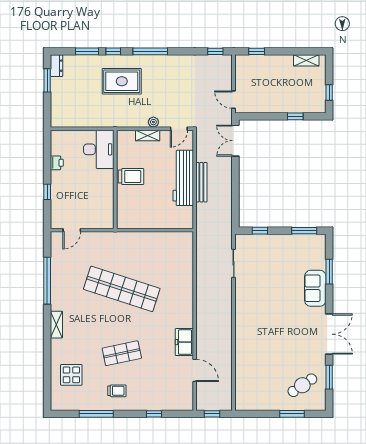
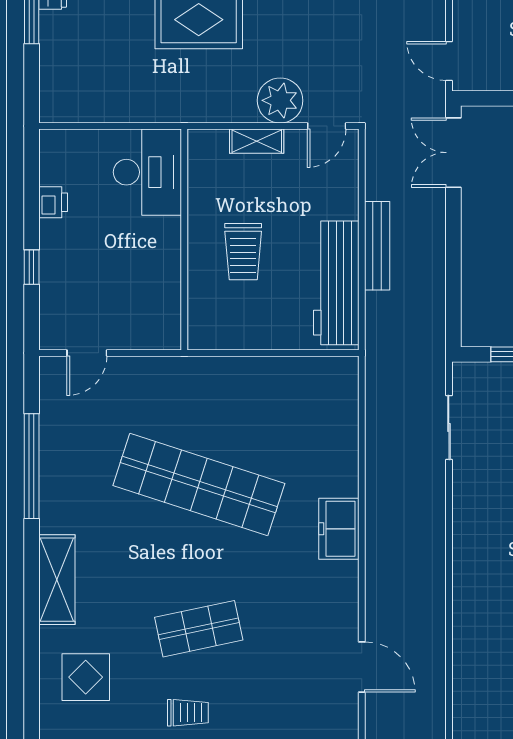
plant: (153, 122) -> (280, 100), width x1.87, depth x1.87
trolley: (131, 177) -> (243, 252), moved, turned 90
workbench: (183, 178) -> (336, 283), moved
shelving: (56, 325) -> (57, 580), width x1.50, depth x1.33
freezer: (184, 342) -> (339, 529), moved

